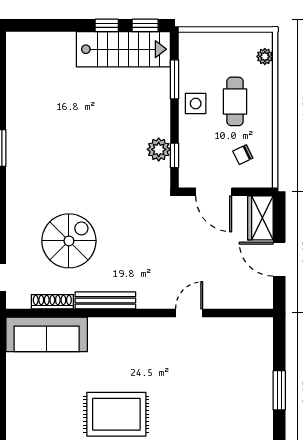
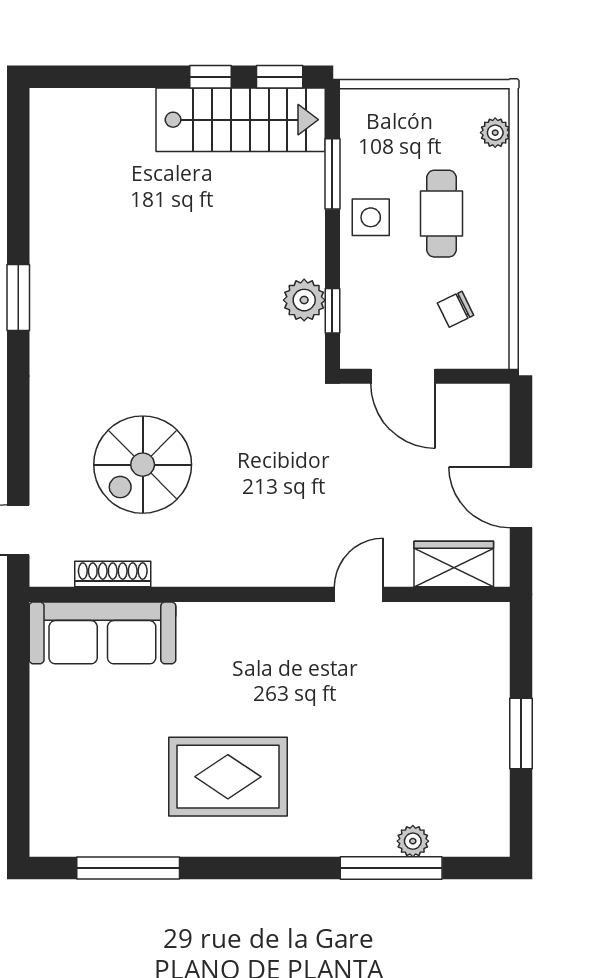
wardrobe: (260, 218) -> (454, 564), moved, turned 90
spiral stairs: (69, 241) -> (143, 465), turned 180
bench: (105, 300) -> (208, 572), removed

